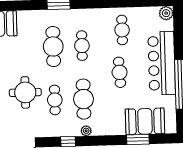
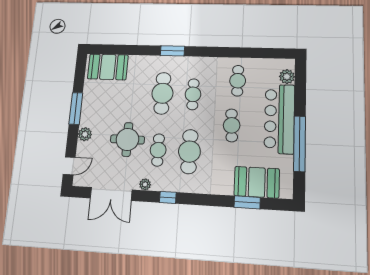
plant: (166, 13) -> (287, 77), moved
plant: (86, 131) -> (145, 184), moved

